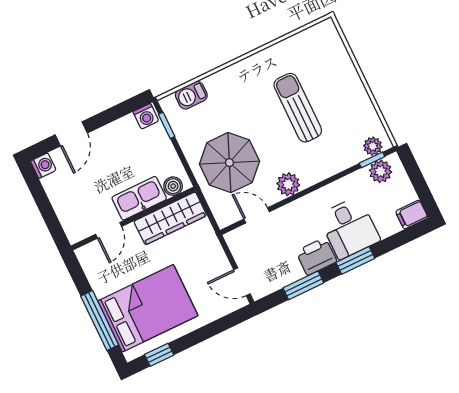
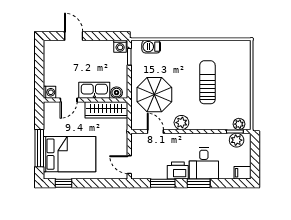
door: (71, 134) -> (74, 36), swing flipped
washing machine: (43, 166) -> (50, 92), moved

